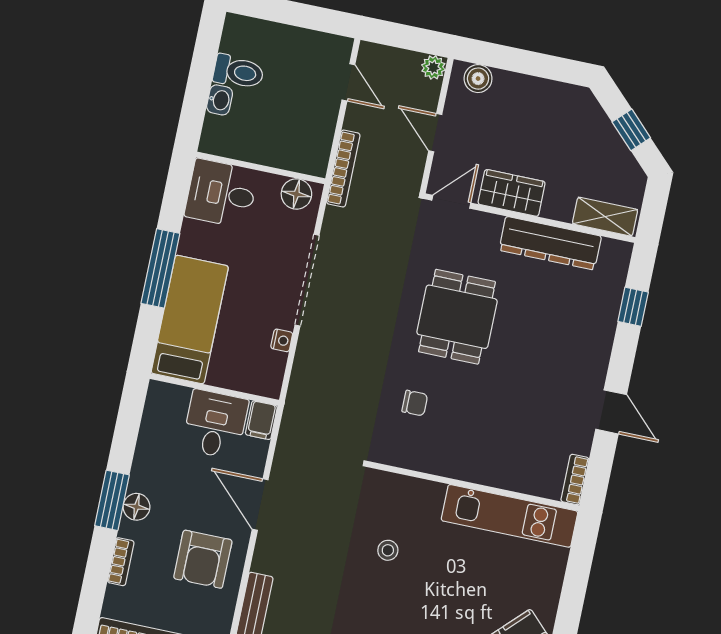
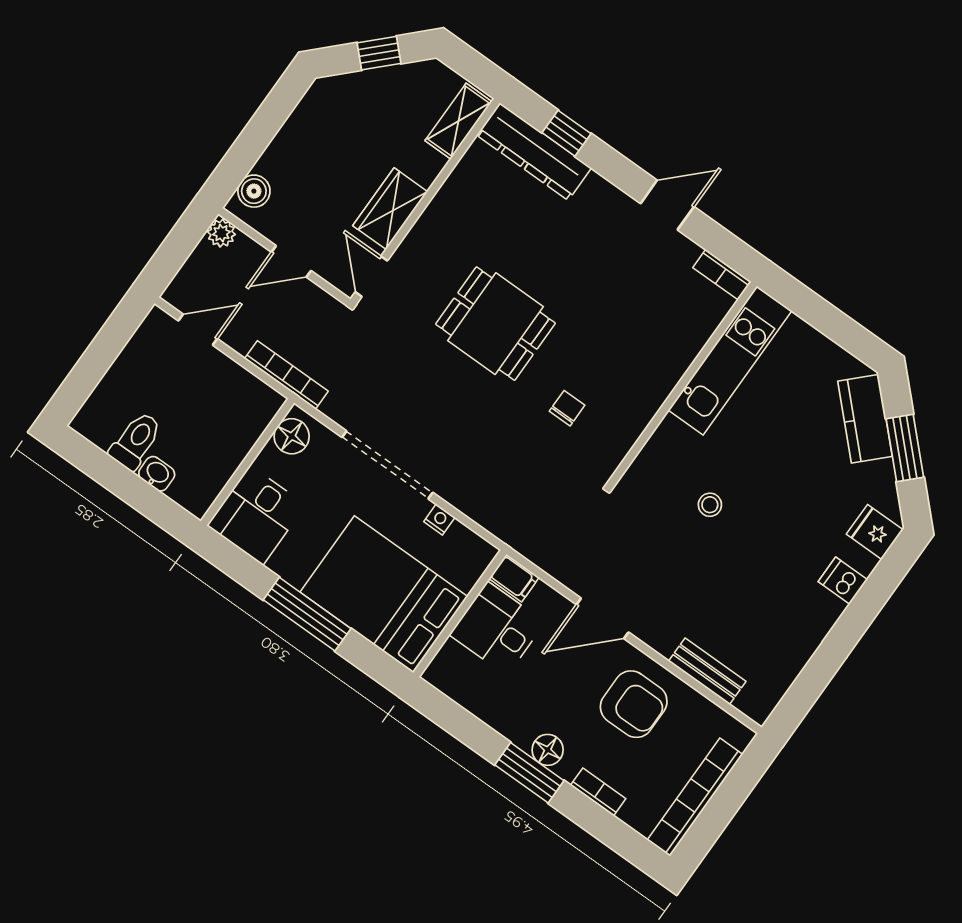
dresser: (550, 243) -> (534, 152), moved, turned 90
bed: (190, 320) -> (384, 594), width x1.50

